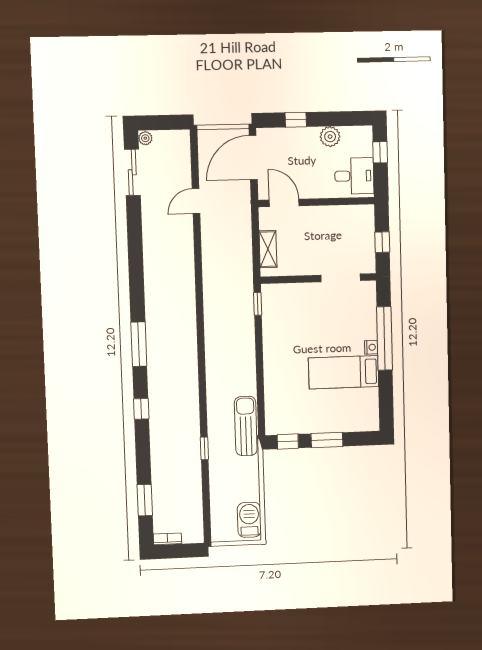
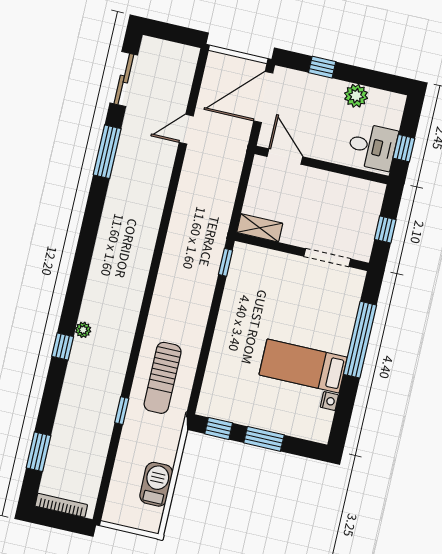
plant: (145, 138) -> (83, 330), moved
window: (380, 152) -> (404, 148), moved
shelving: (268, 249) -> (260, 228), moved, turned 90
window: (139, 344) -> (107, 152), moved
nightstand: (371, 347) -> (329, 401), moved
sun lounger: (246, 426) -> (163, 378), moved, turned 180
barbecue: (249, 520) -> (156, 484), moved
bookcase: (167, 539) -> (61, 505), width x1.56

